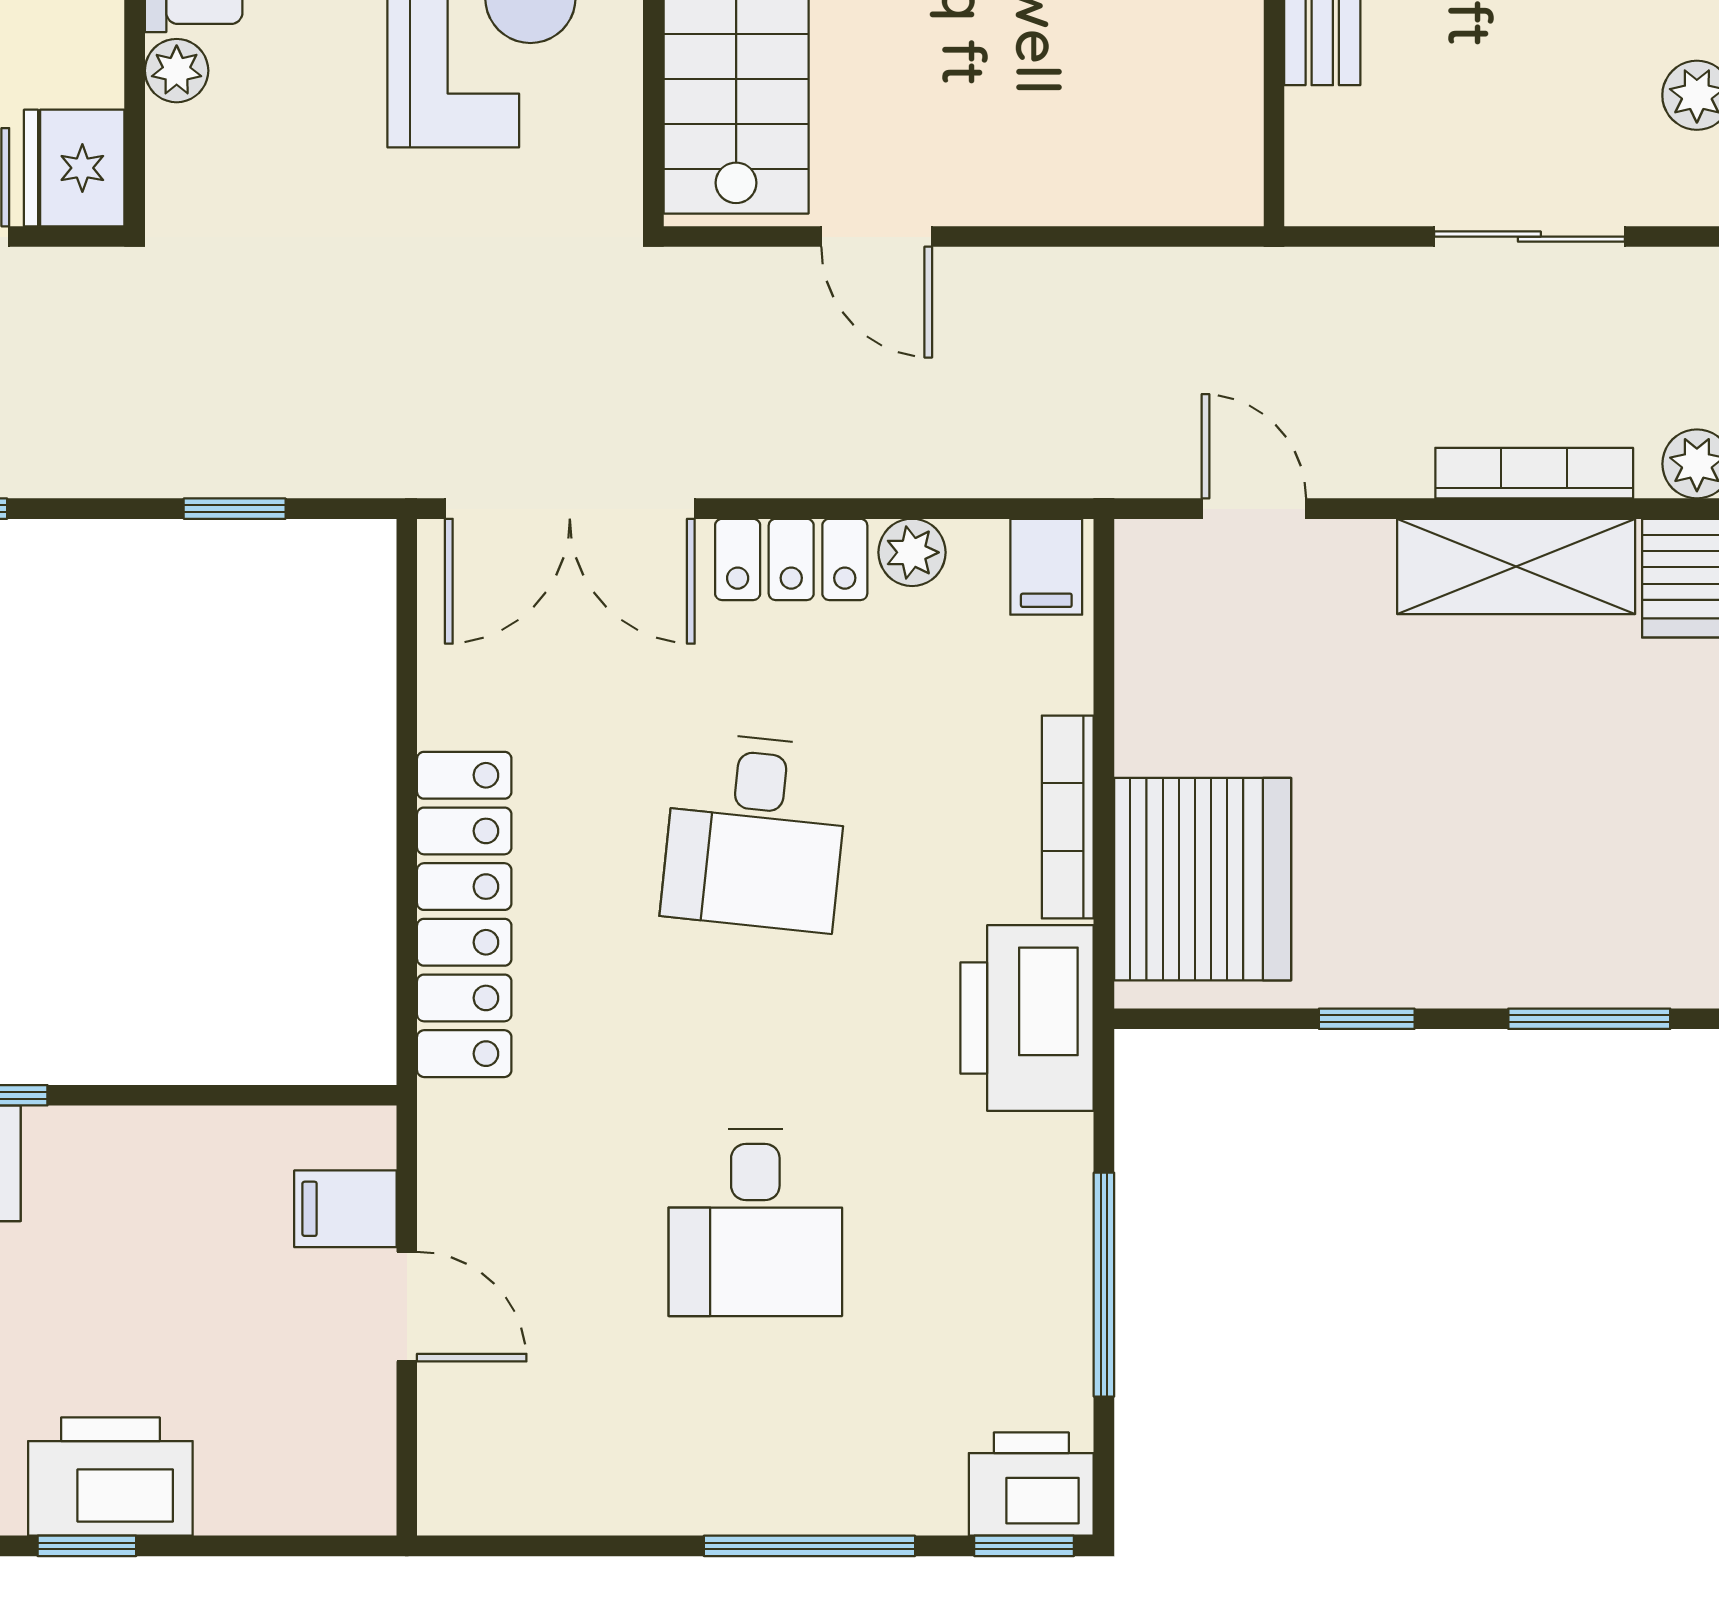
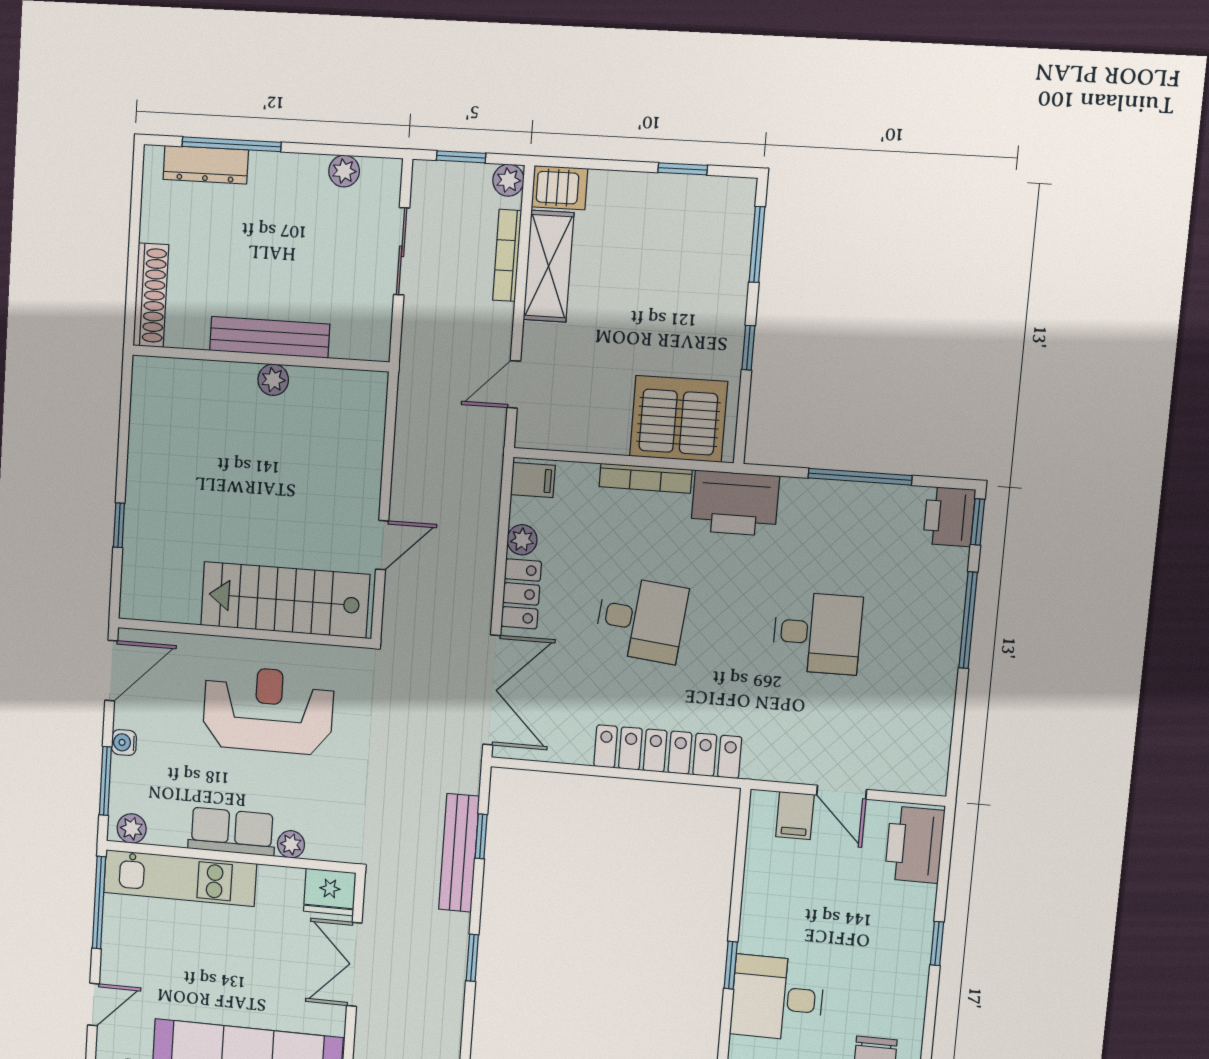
bench: (192, 461) -> (459, 853), added
door: (407, 1307) -> (842, 792), swing flipped
printer: (110, 1477) -> (915, 845), moved

